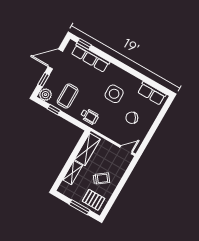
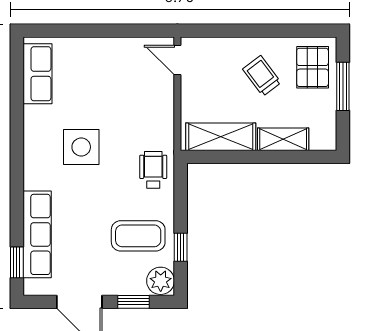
chair: (132, 118) -> (108, 85), removed

